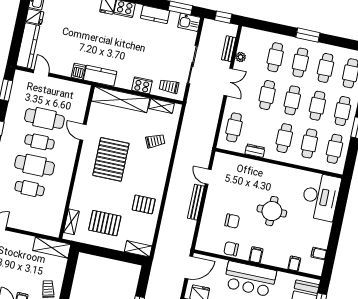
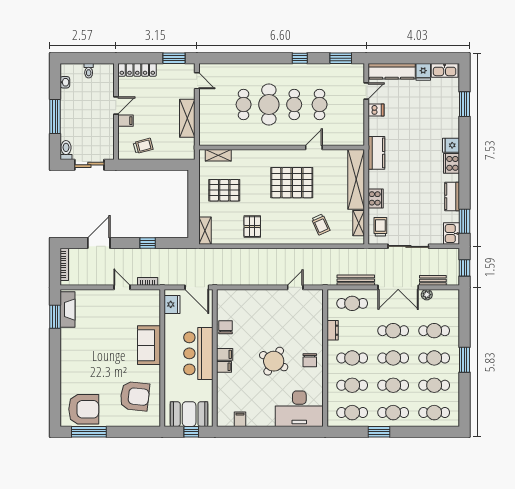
dishwasher: (78, 71) -> (376, 110), moved
double door: (228, 82) -> (398, 287), width x1.37
cafe table: (44, 119) -> (320, 105), width x0.73, depth x0.74
bench: (196, 202) -> (356, 280), moved
round table: (272, 211) -> (274, 361), turned 30
chair: (232, 221) -> (310, 360), moved
pallet: (105, 223) -> (224, 190), turned 90
shelving: (52, 247) -> (187, 118), moved
filing cabinet: (294, 264) -> (224, 367), moved

